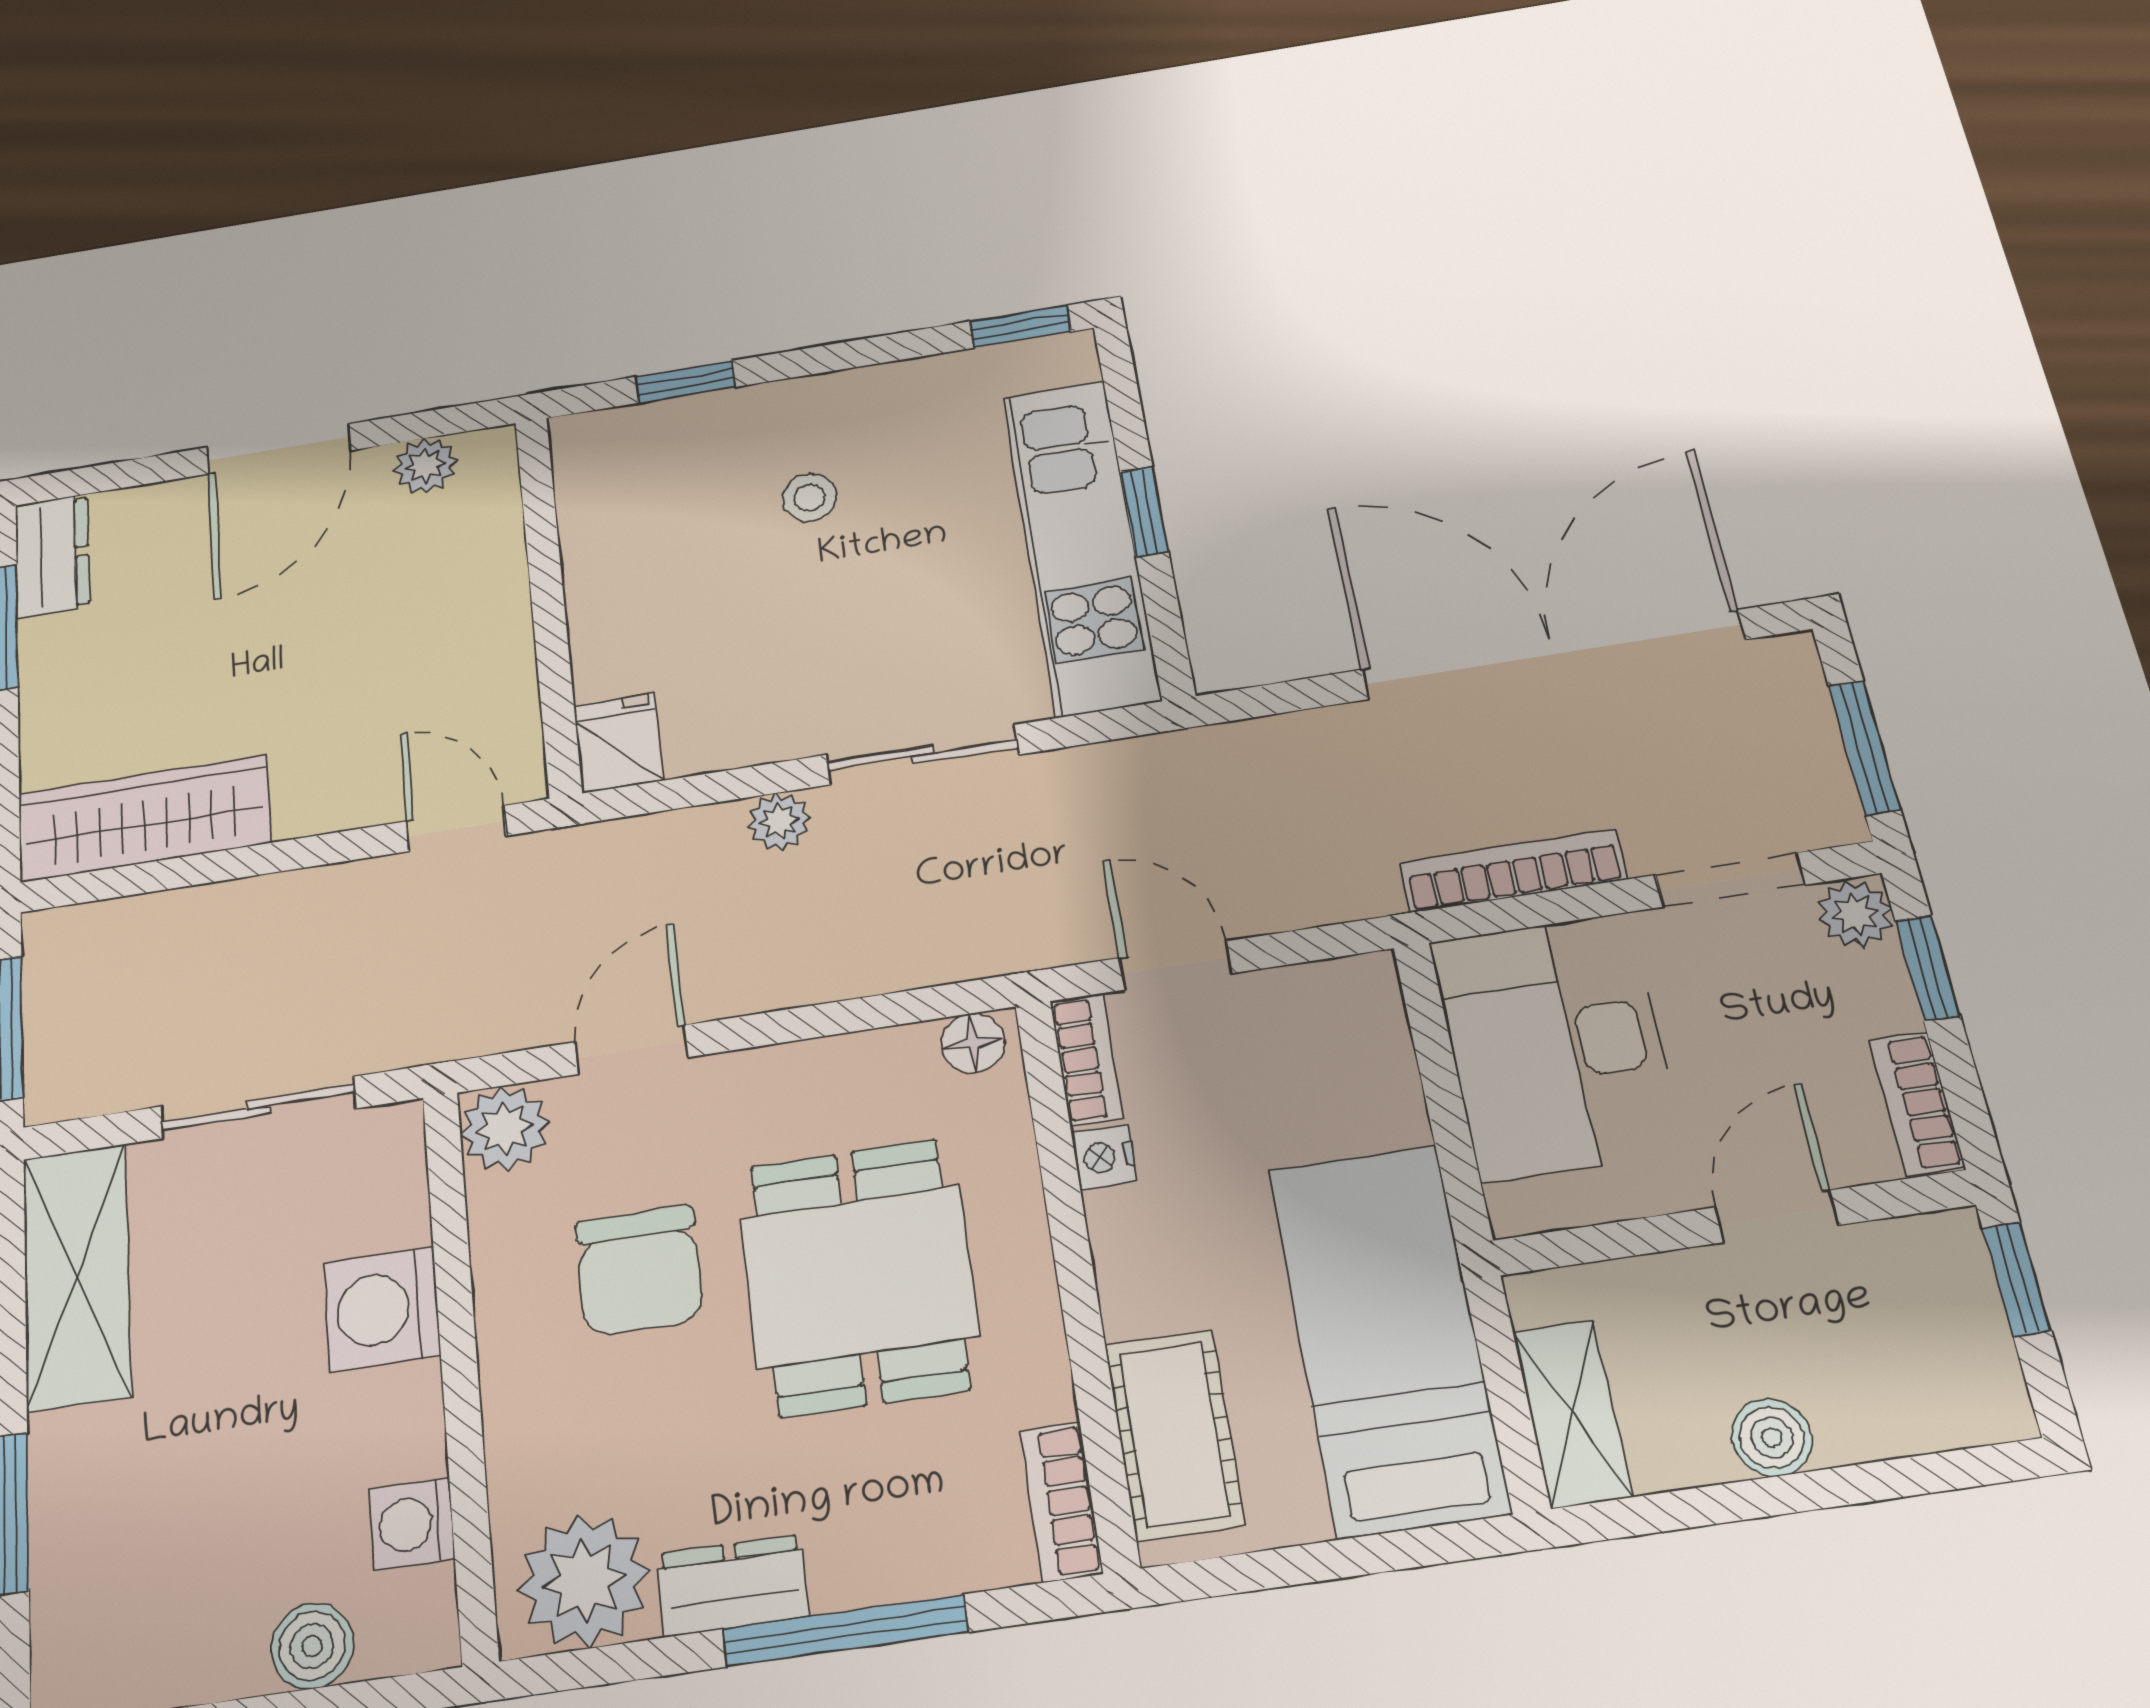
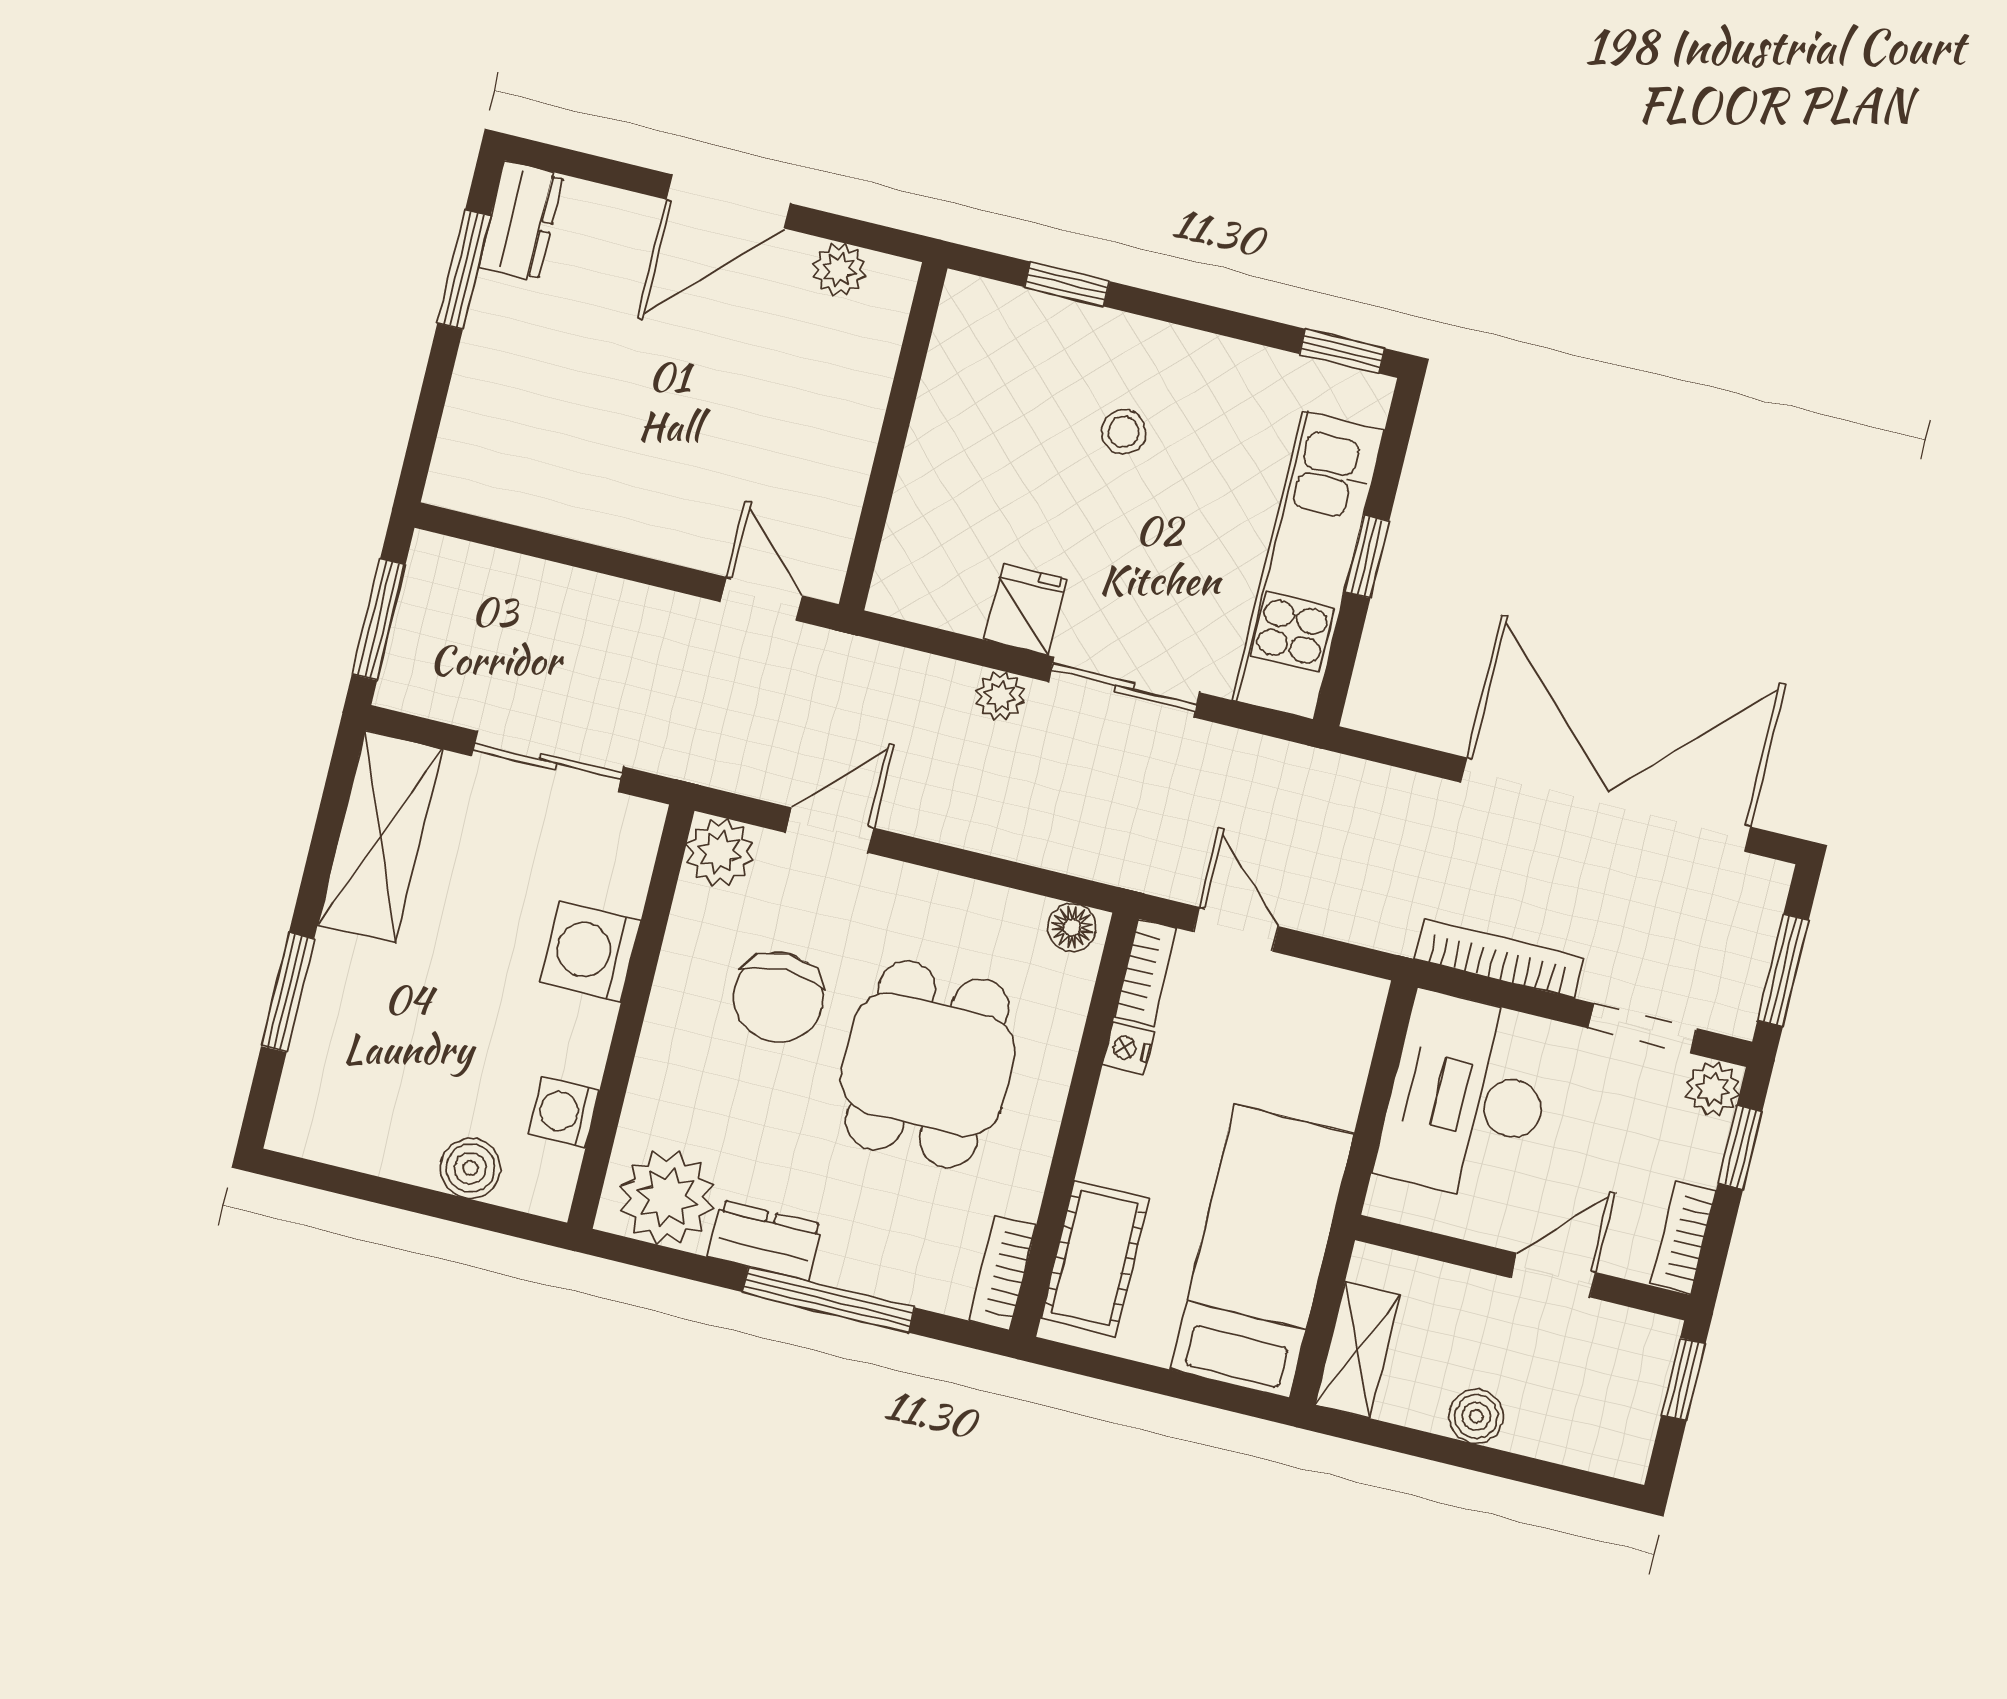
fridge: (619, 743) -> (1025, 609), moved
wardrobe: (144, 818) -> (530, 488), removed

